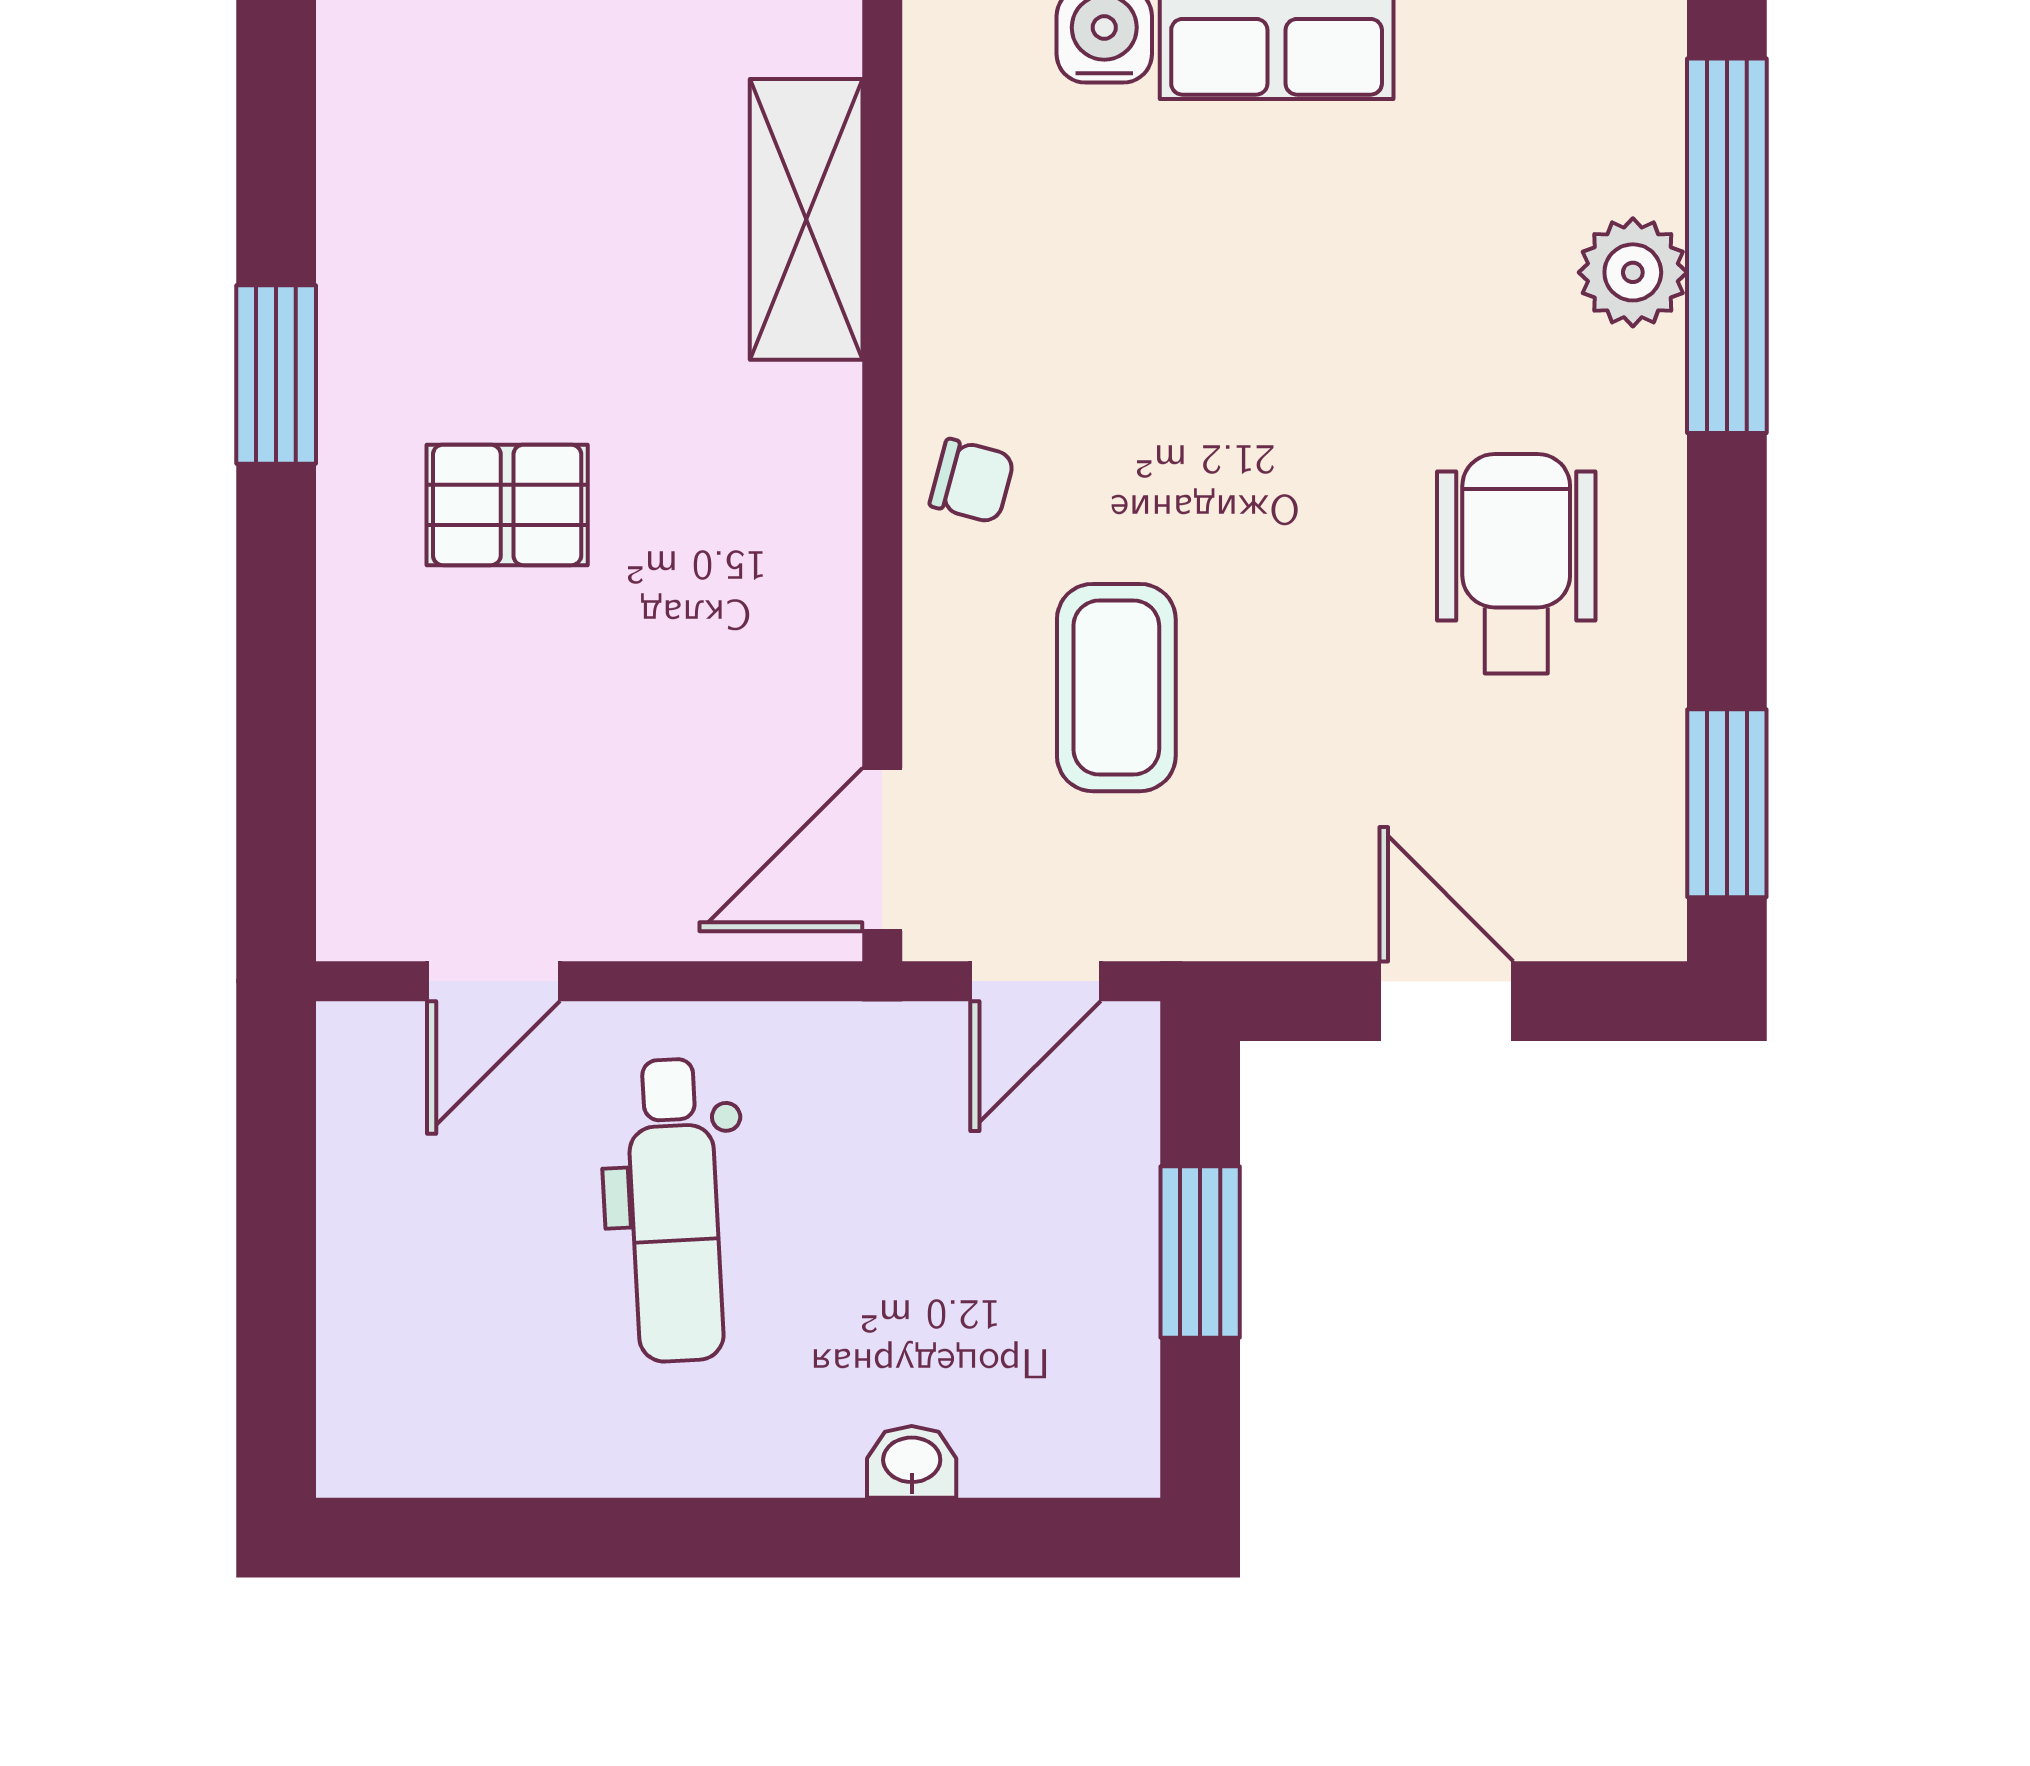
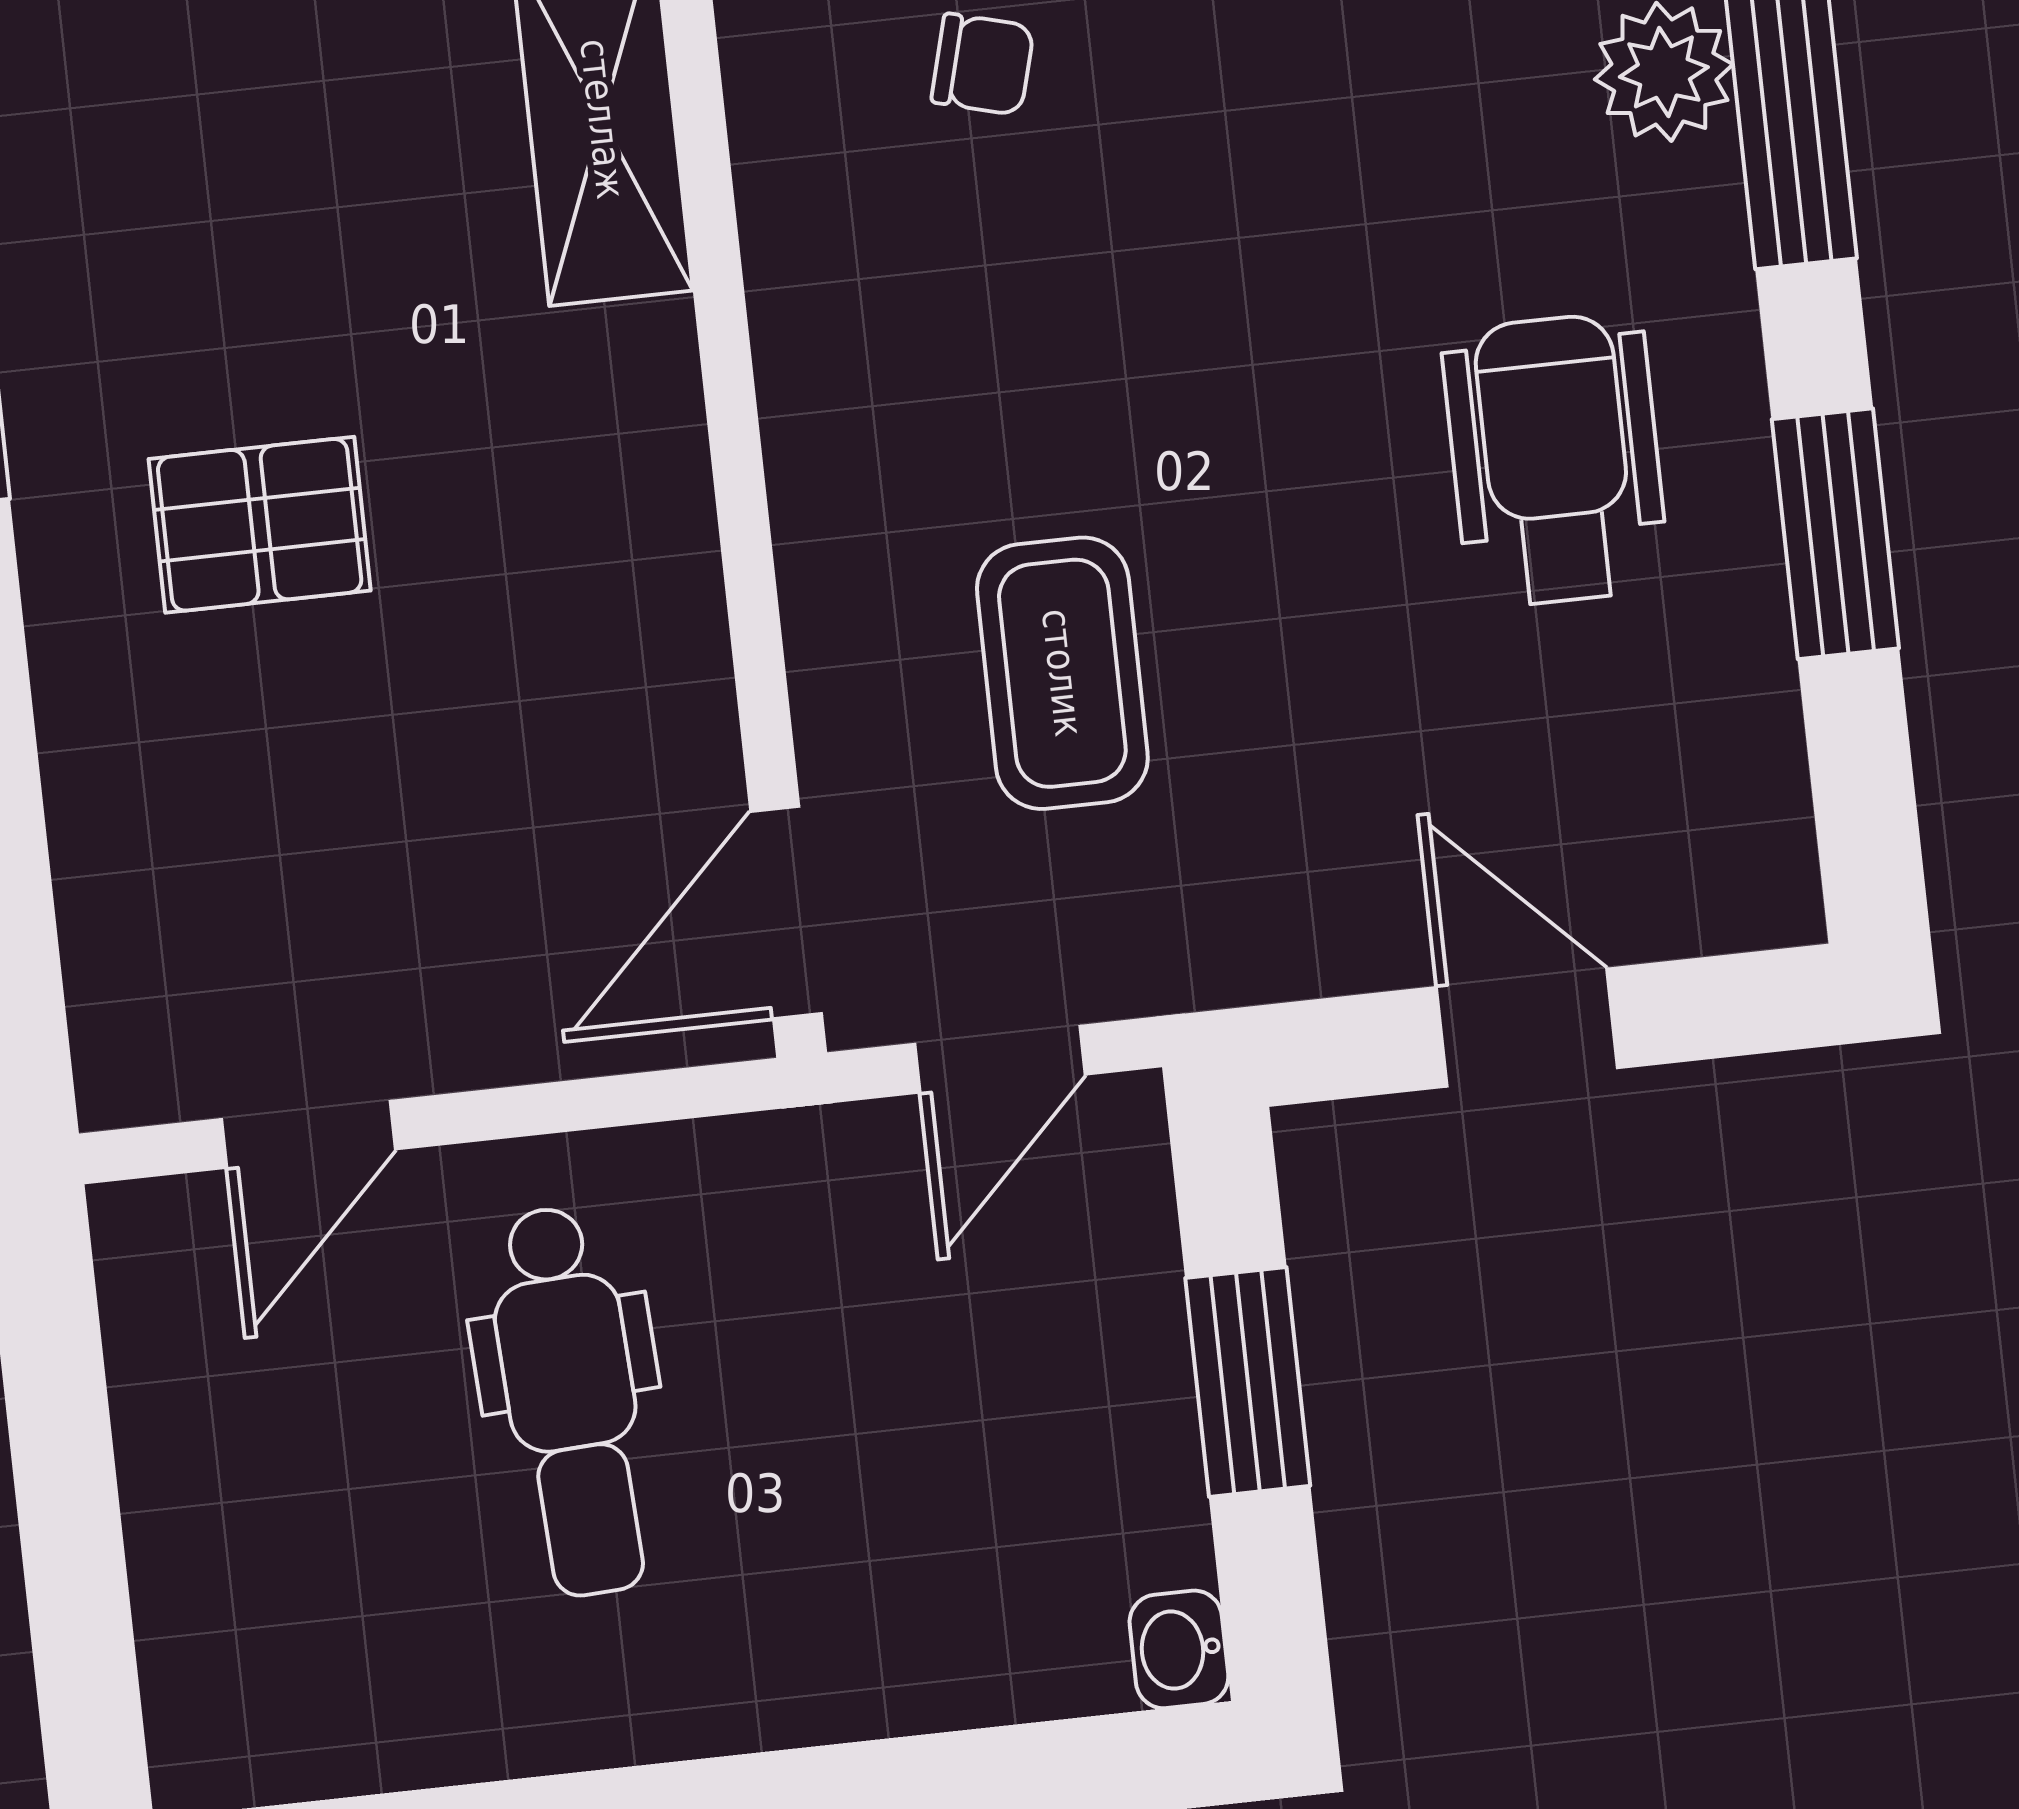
chair: (972, 481) -> (983, 64), moved
window: (1727, 803) -> (1835, 534), moved
washbasin: (912, 1462) -> (1179, 1649), moved, turned -90

